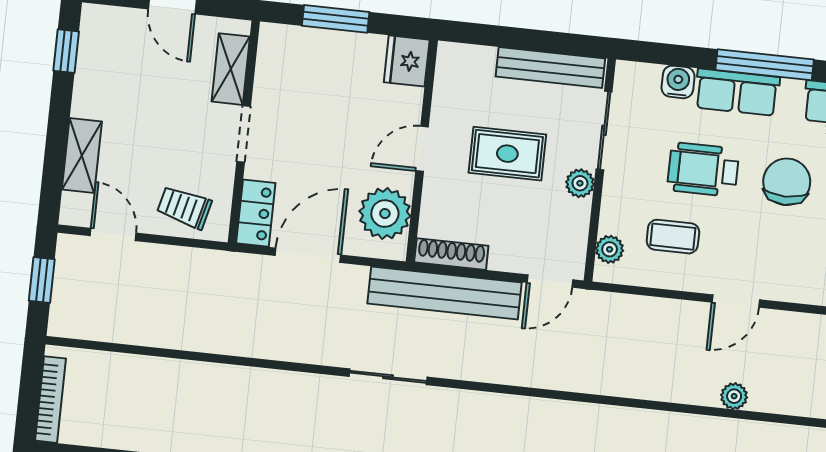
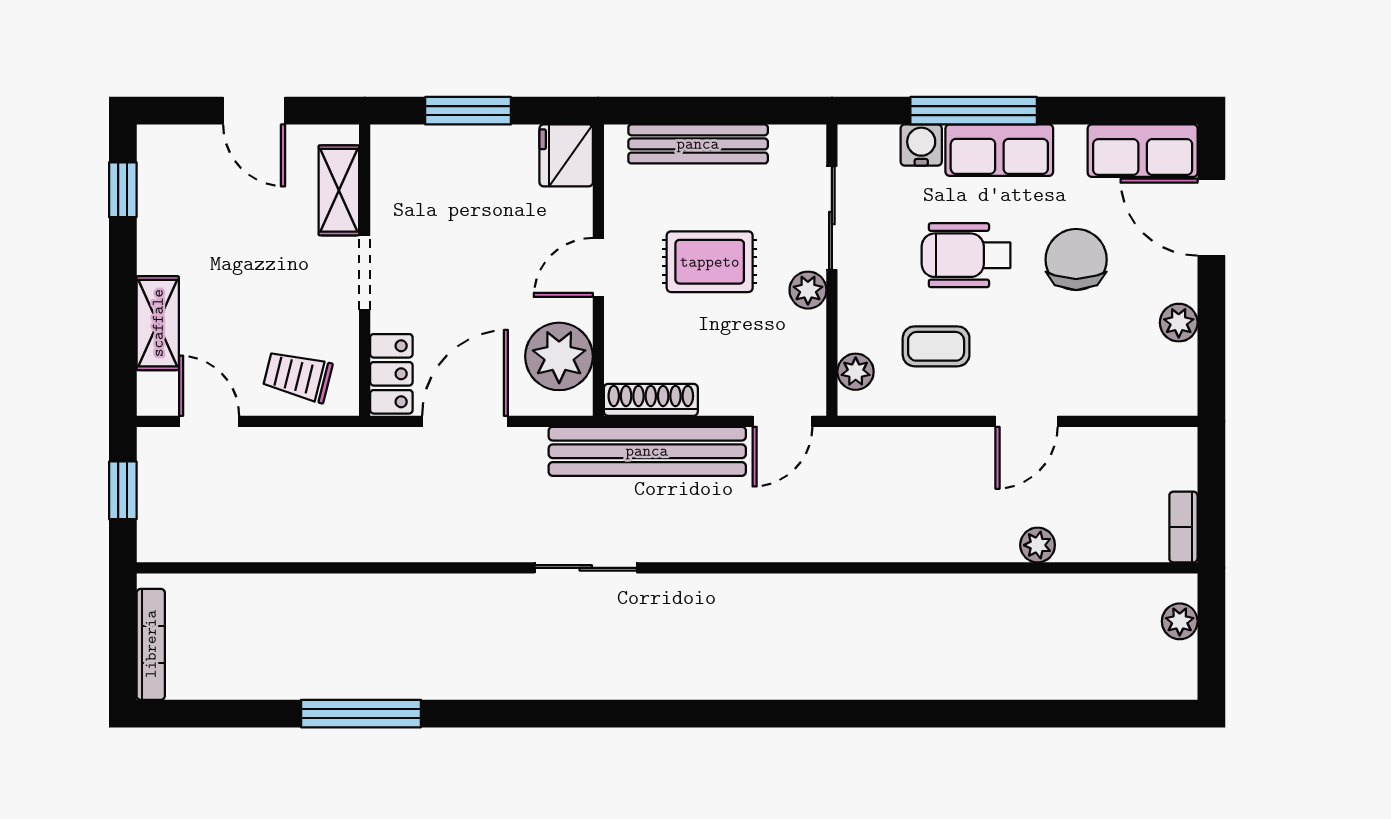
window: (765, 65) -> (974, 111), moved
bench: (550, 67) -> (698, 144), moved

